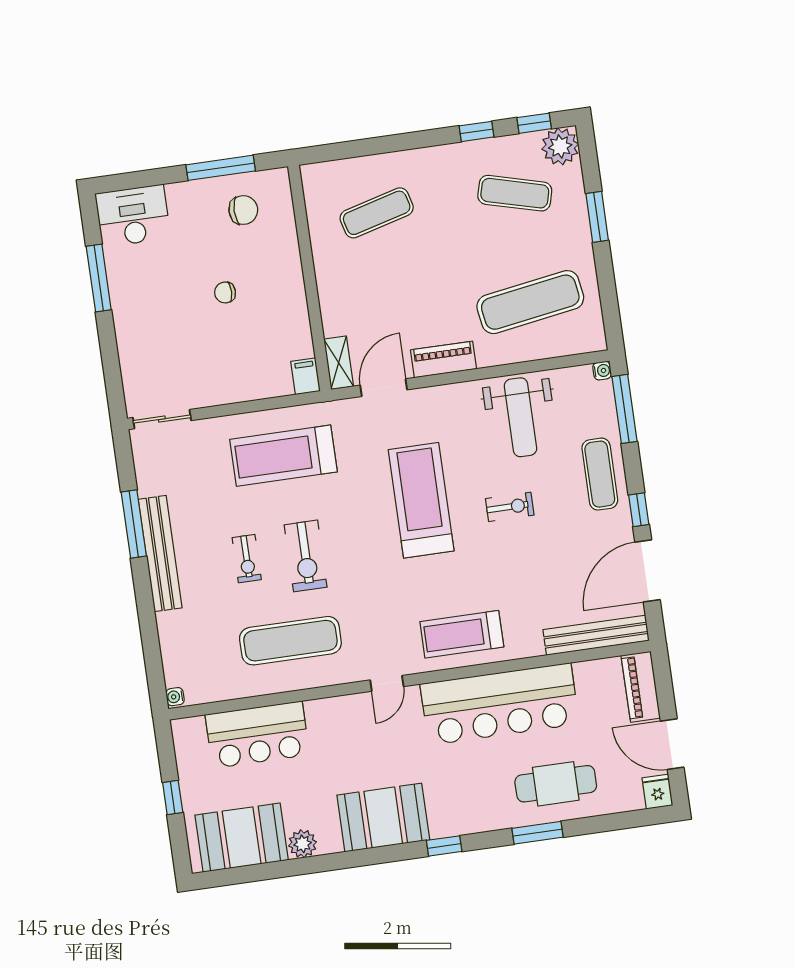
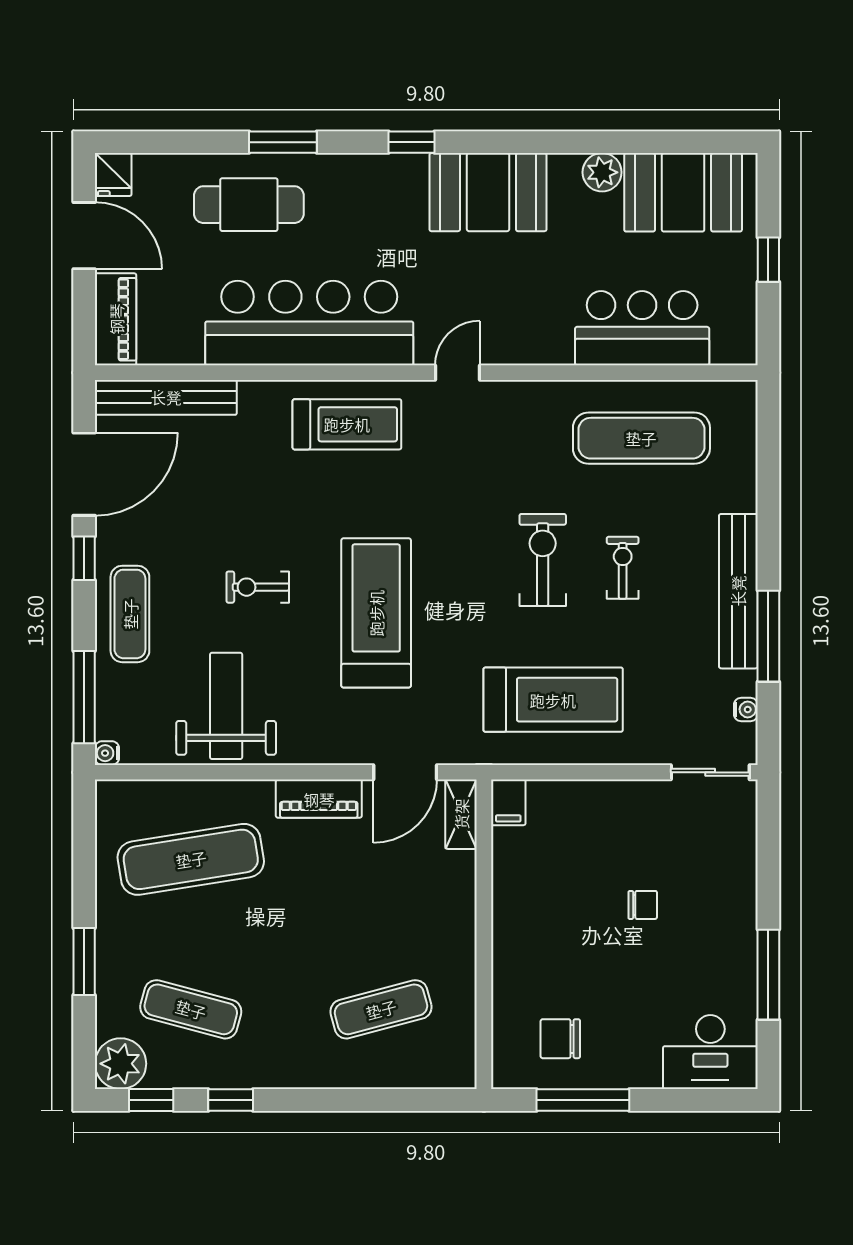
chair: (225, 292) -> (643, 905), moved
treadmill: (421, 500) -> (376, 613), turned 180
exercise mat: (290, 641) -> (641, 438), moved
water cooler: (175, 697) -> (746, 709), moved

